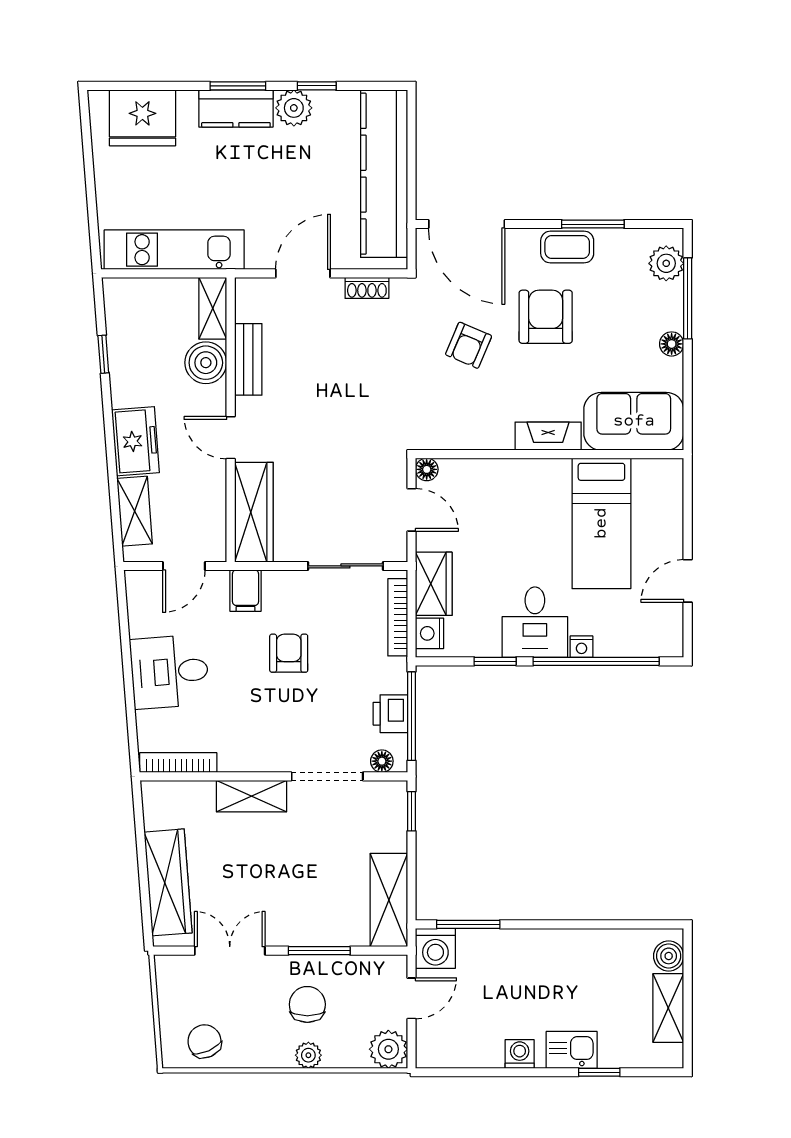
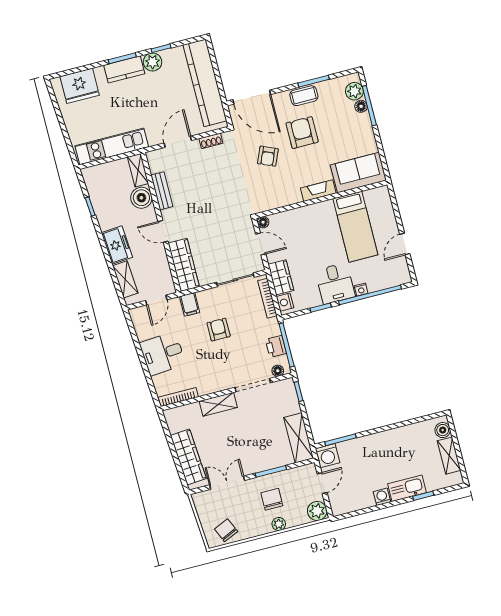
floor lamp: (672, 344) -> (361, 106), moved
kitchen sink: (572, 1050) -> (407, 488), width x1.38

